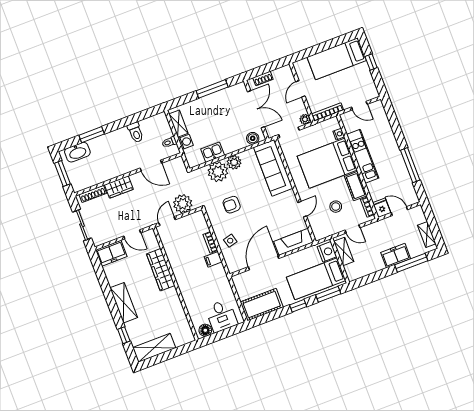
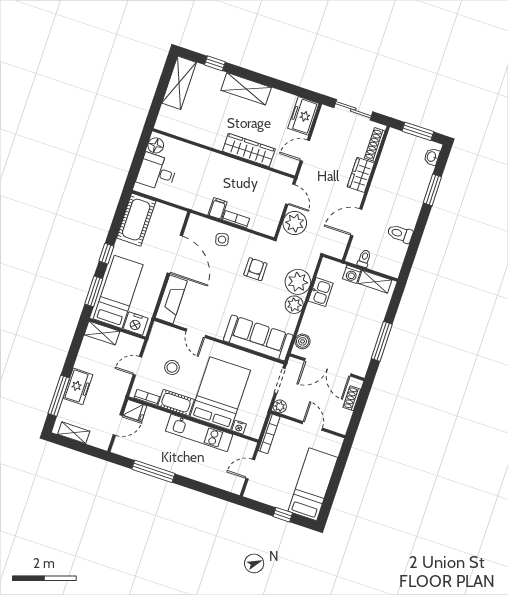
washbasin: (77, 152) -> (432, 157), width x0.52, depth x0.69
shelving: (344, 251) -> (102, 333), moved

